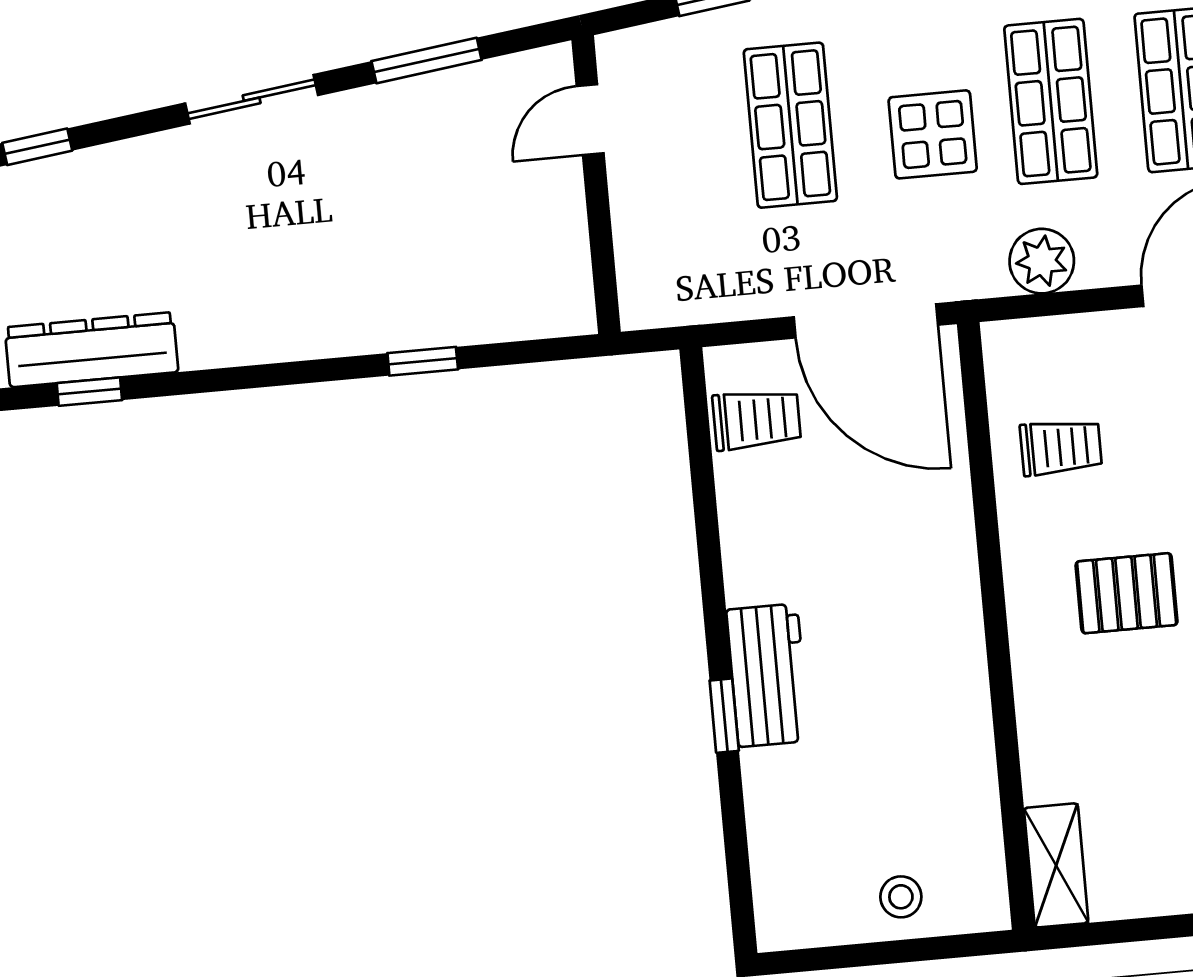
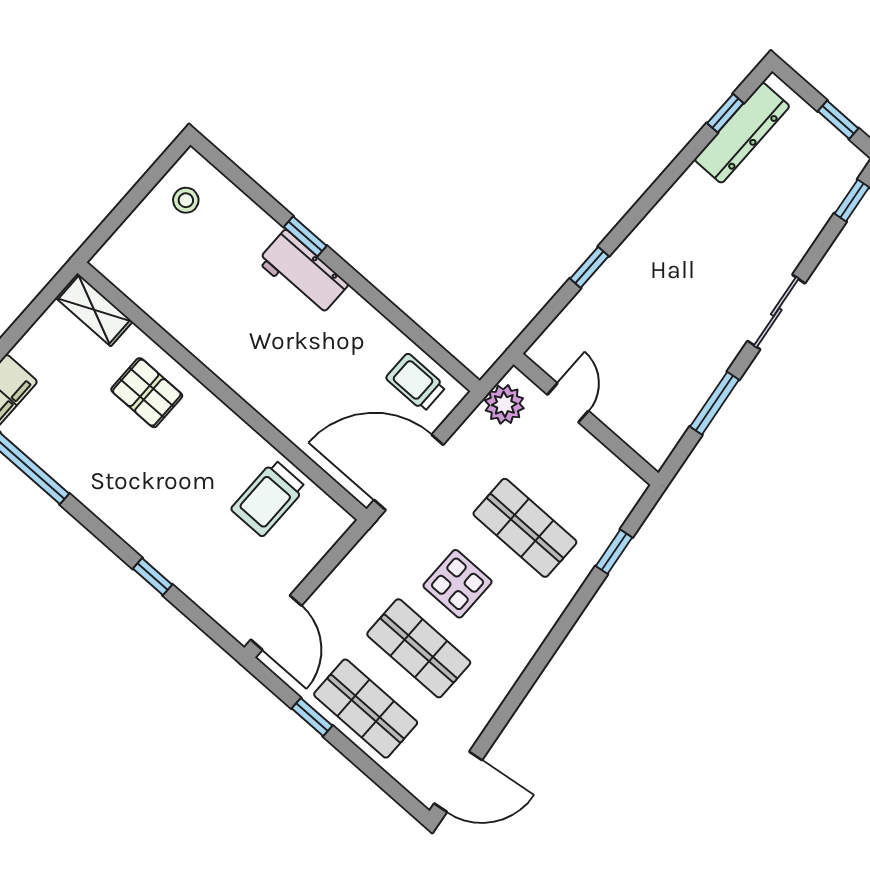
door: (590, 120) -> (568, 403), moved
plant: (1042, 261) -> (504, 404), moved
trolley: (757, 420) -> (416, 382), turned 90
trolley: (1061, 447) -> (268, 498), width x1.36, depth x1.39
pallet: (1127, 593) -> (147, 393), moved, turned 90
stool: (901, 897) -> (186, 200), moved

